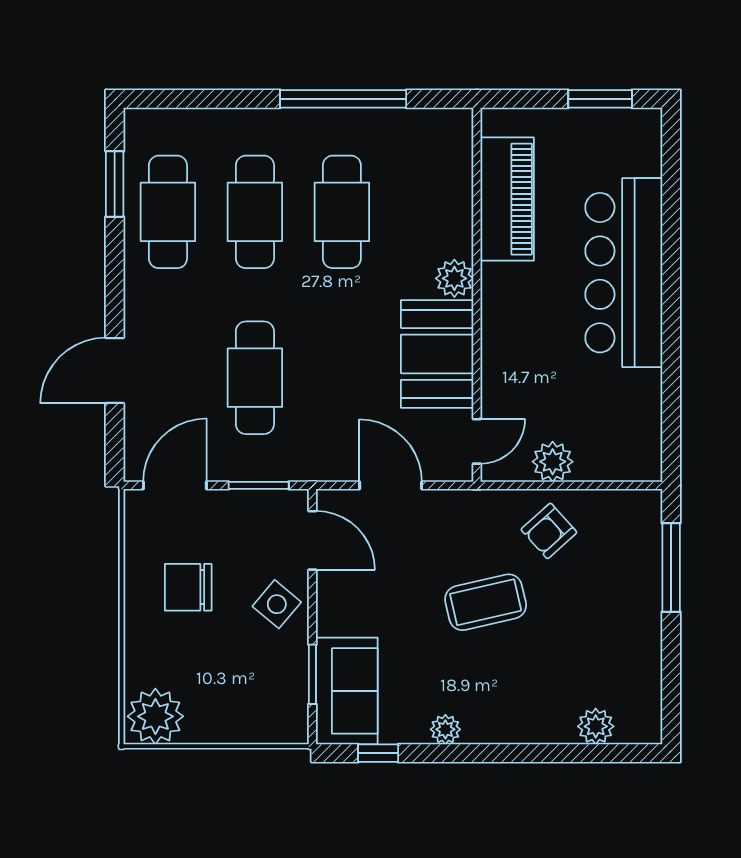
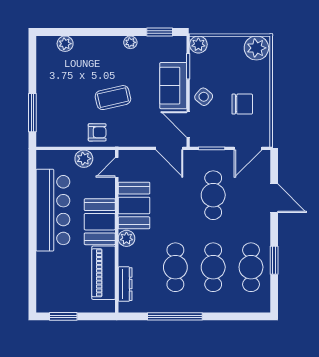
dresser: (458, 173) -> (125, 284), added
window: (115, 184) -> (274, 260), moved
bar counter: (624, 273) -> (53, 210), moved
booth: (516, 317) -> (100, 222), added
door: (115, 371) -> (274, 198), hinge flipped
door: (391, 485) -> (169, 148), moved
armchair: (549, 531) -> (97, 132), moved, turned 42
sofa: (347, 691) -> (173, 86), moved
plant: (289, 724) -> (198, 44), added
window: (378, 753) -> (160, 32), width x1.50

